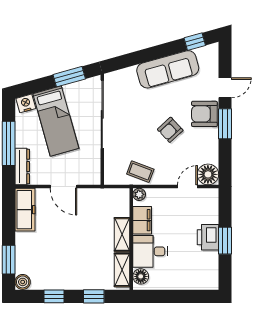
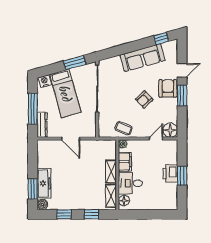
armchair: (204, 114) -> (168, 88), turned 90
freezer: (25, 210) -> (44, 183), moved

